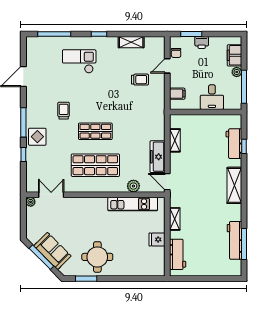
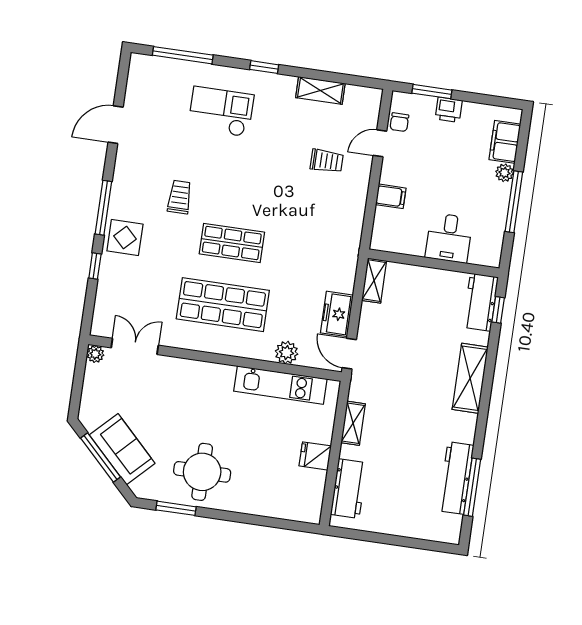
desk: (212, 97) -> (449, 238), moved
wall: (206, 112) -> (434, 263), moved
freezer: (157, 157) -> (337, 314), width x0.71

